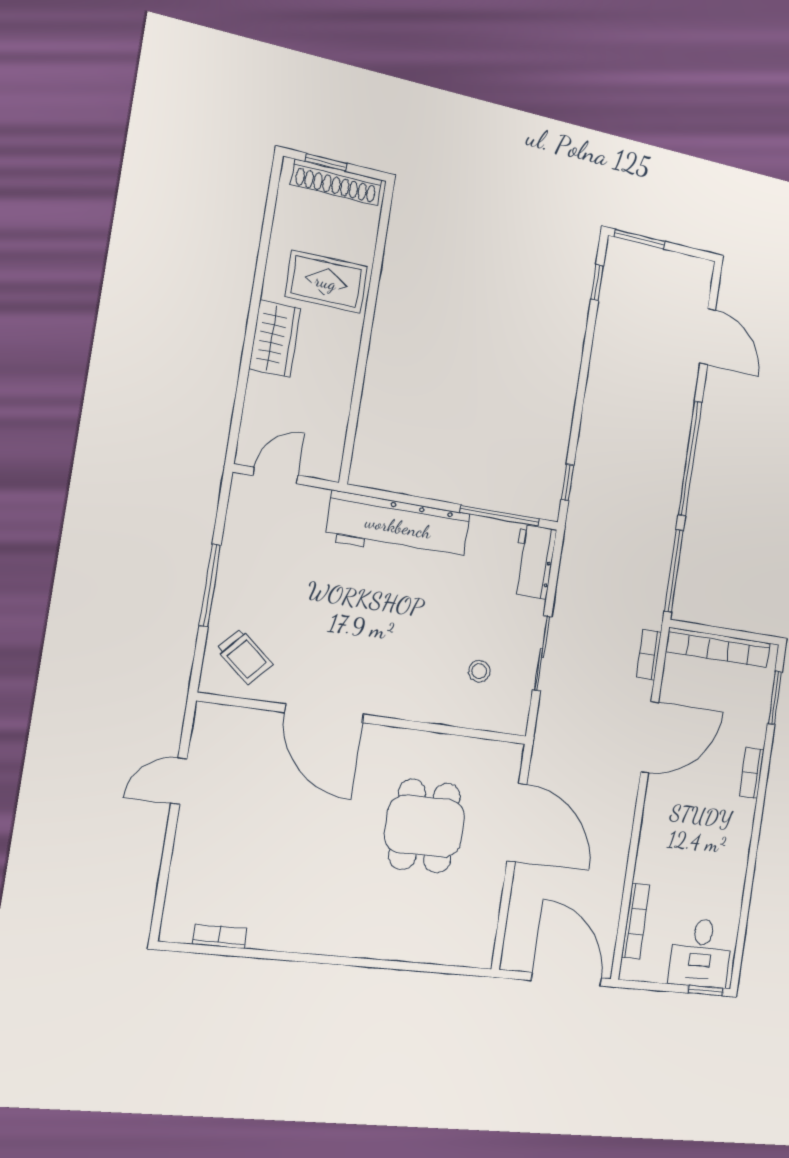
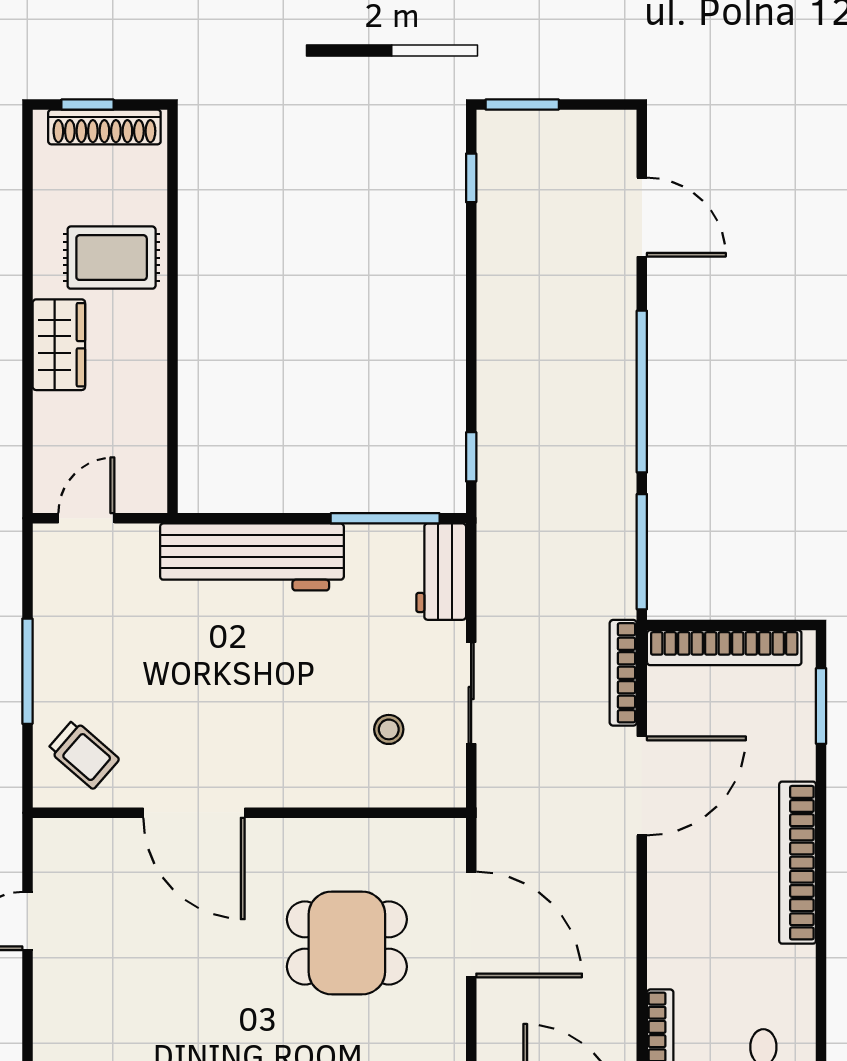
bookcase: (649, 655) -> (623, 673), width x1.56
bookcase: (752, 773) -> (798, 863), width x2.31, depth x1.31
dining table: (425, 826) -> (347, 943), turned 90

